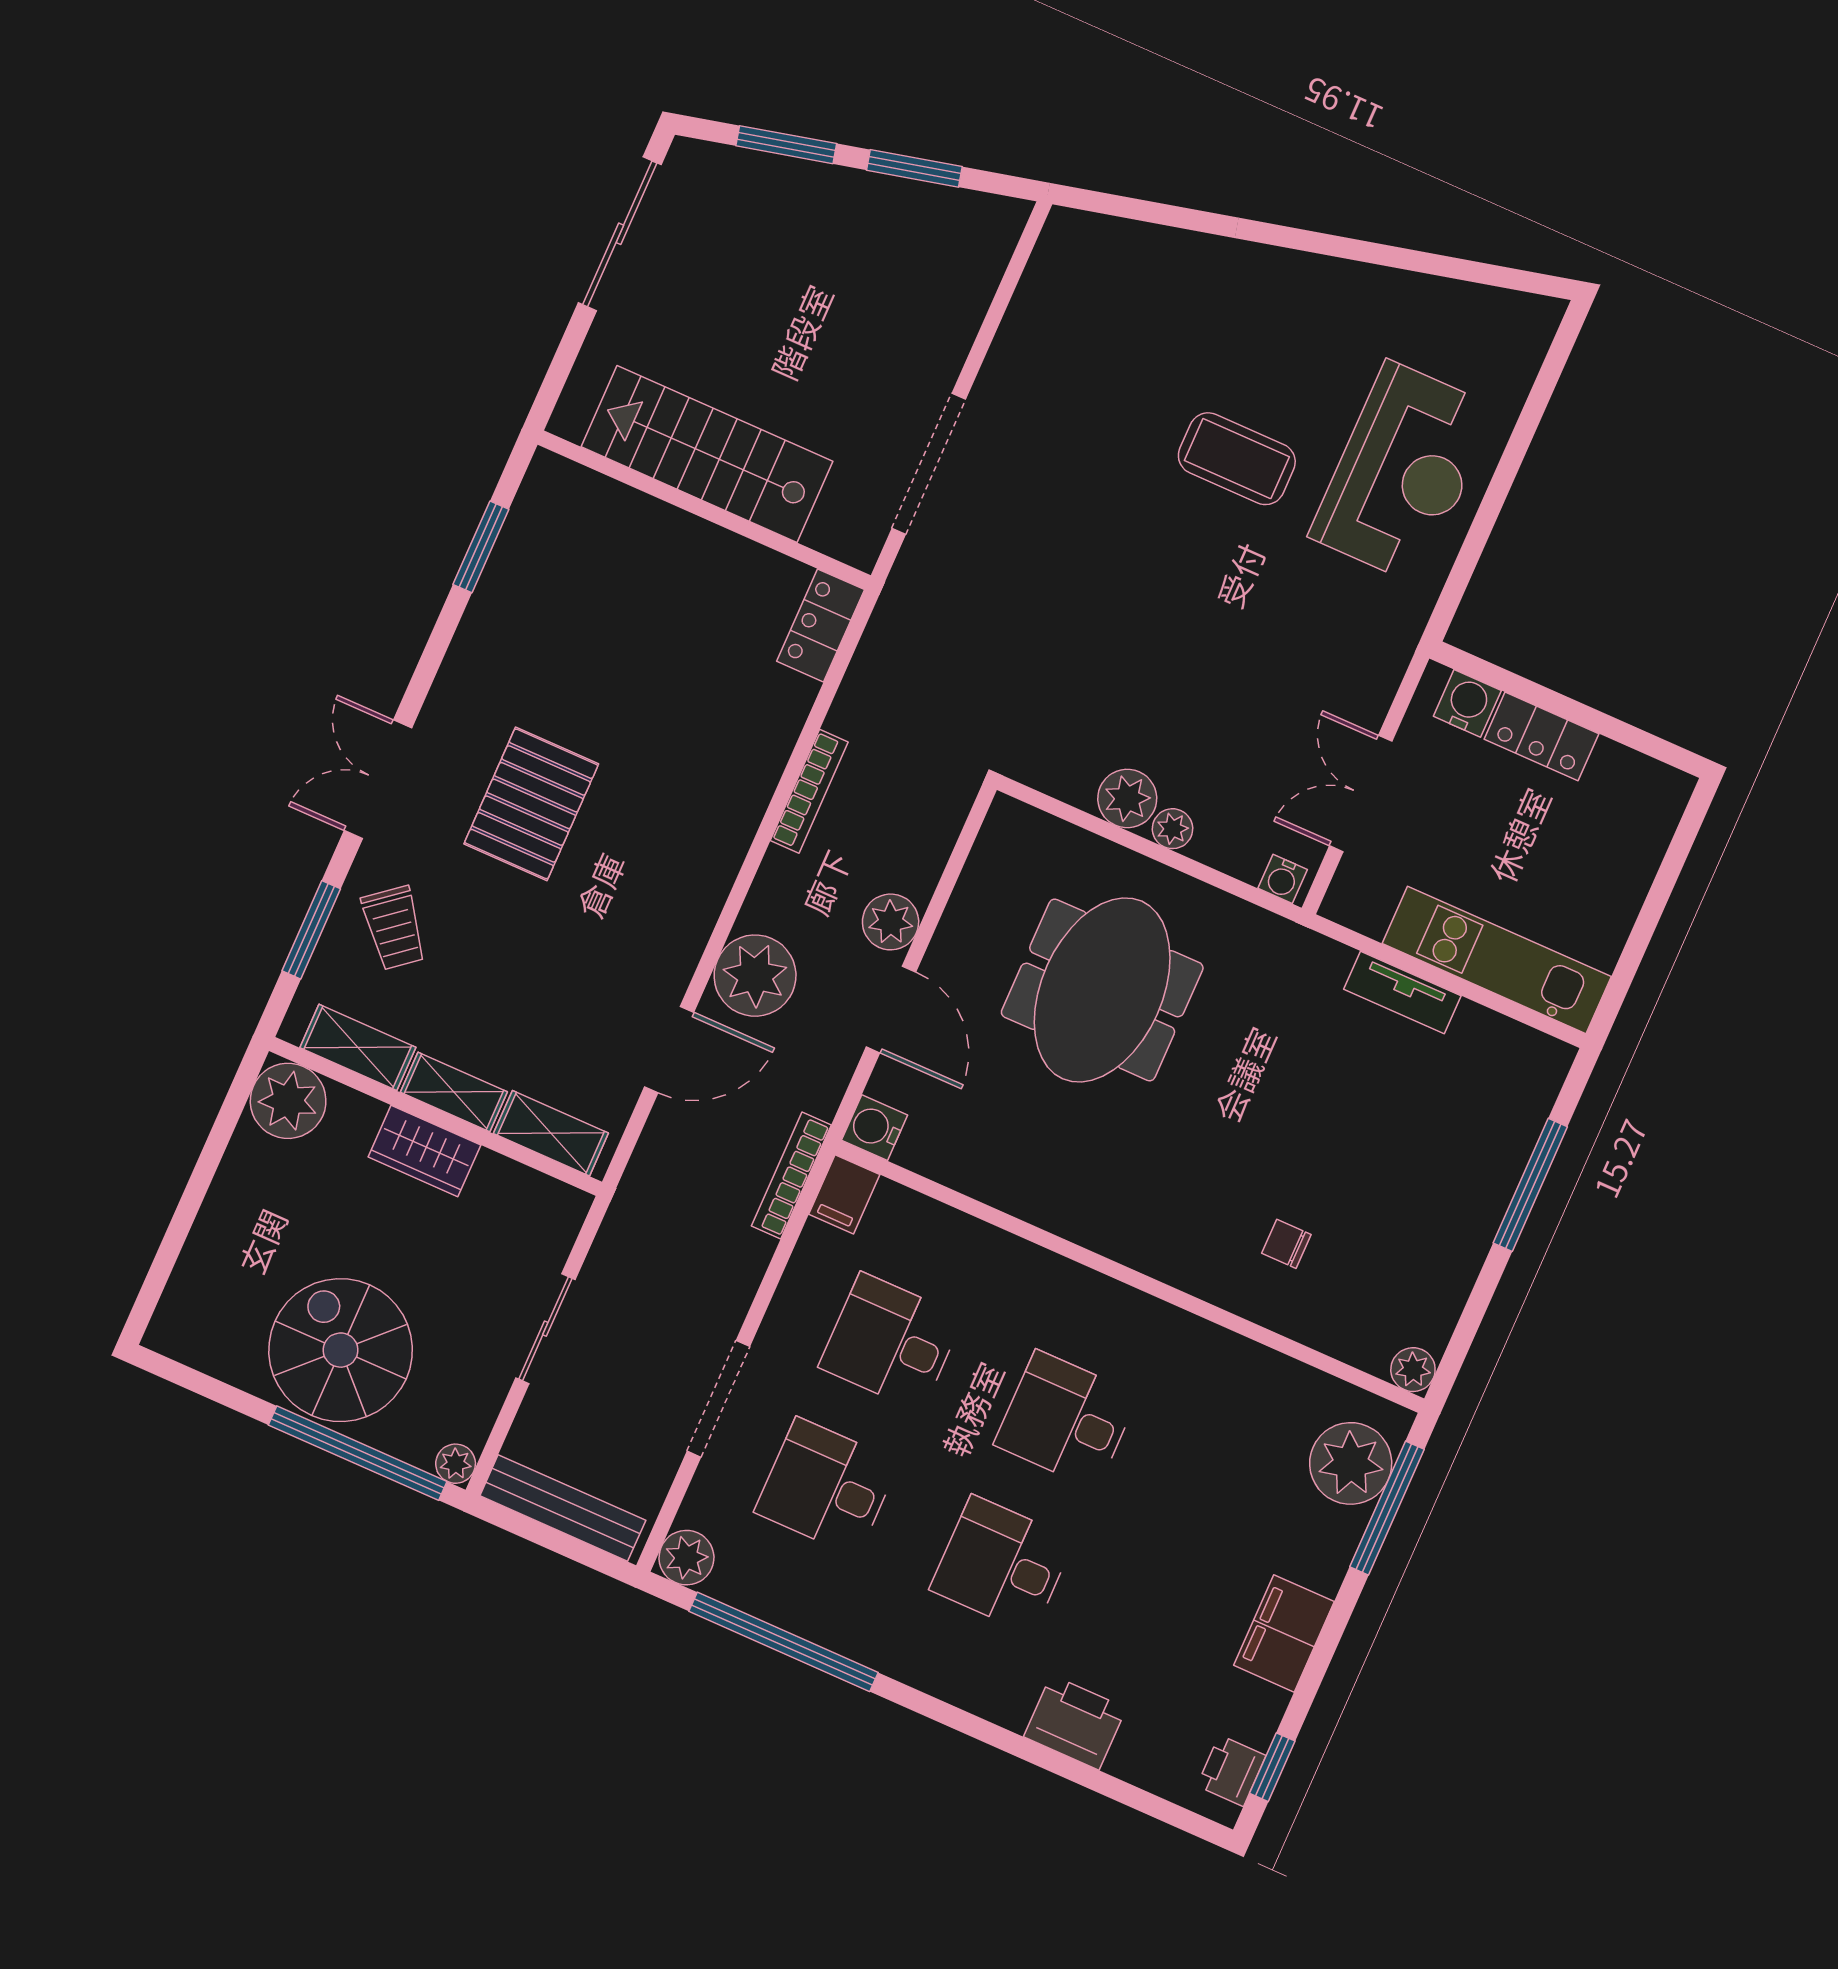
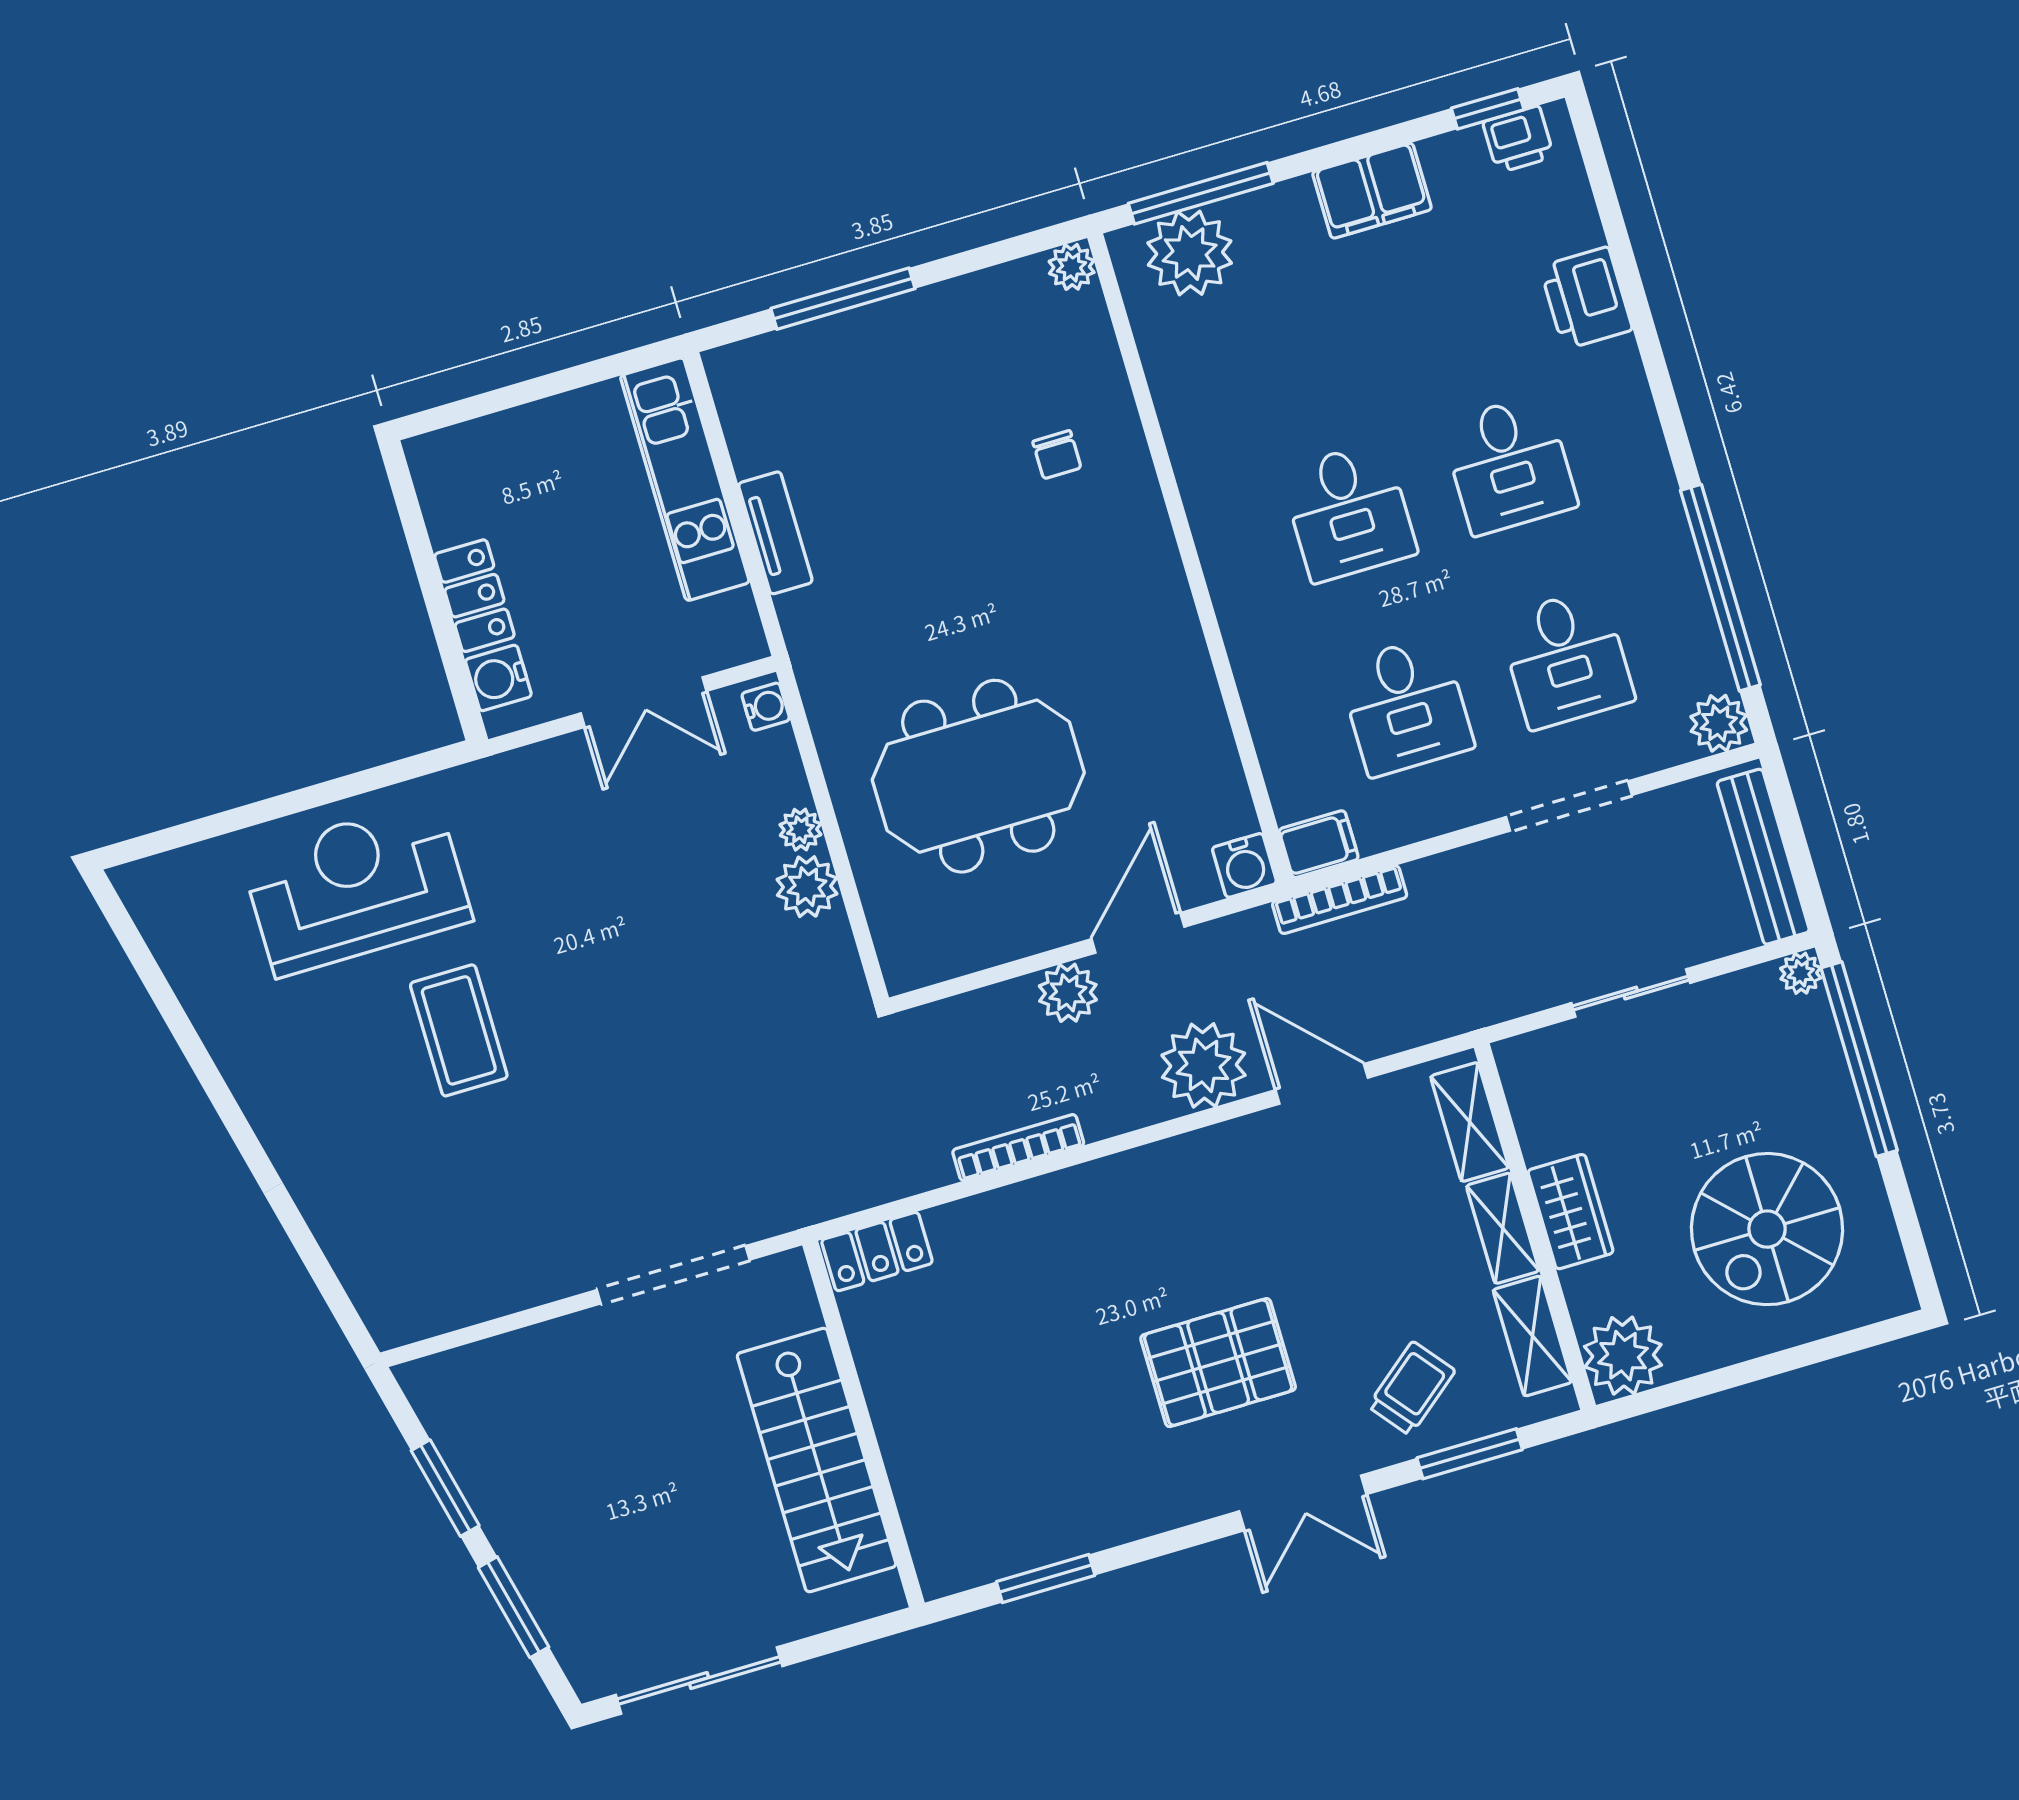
spiral stairs: (341, 1350) -> (1767, 1229), moved

